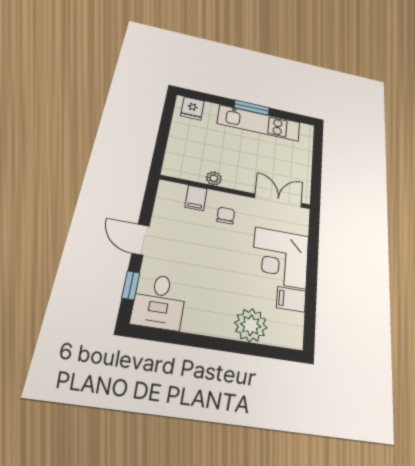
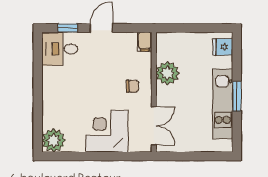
plant: (214, 178) -> (167, 73), width x1.88, depth x1.88
filing cabinet: (196, 198) -> (145, 42), moved, turned -90
filing cabinet: (291, 299) -> (77, 142), removed
plant: (251, 325) -> (54, 140), moved

